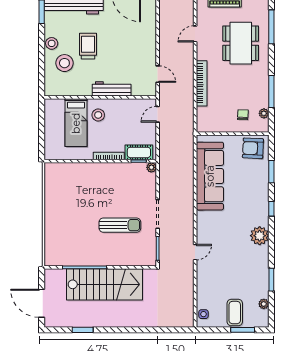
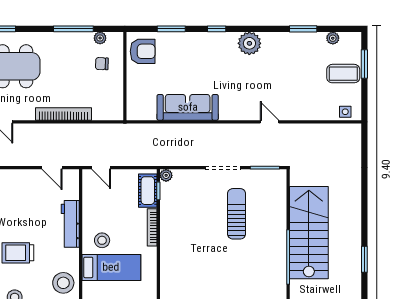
stool: (64, 63) -> (63, 283), moved
door: (158, 74) -> (52, 168), swing flipped
armchair: (253, 148) -> (143, 51), turned -93
sofa: (210, 176) -> (188, 107), width x0.74, depth x0.79

